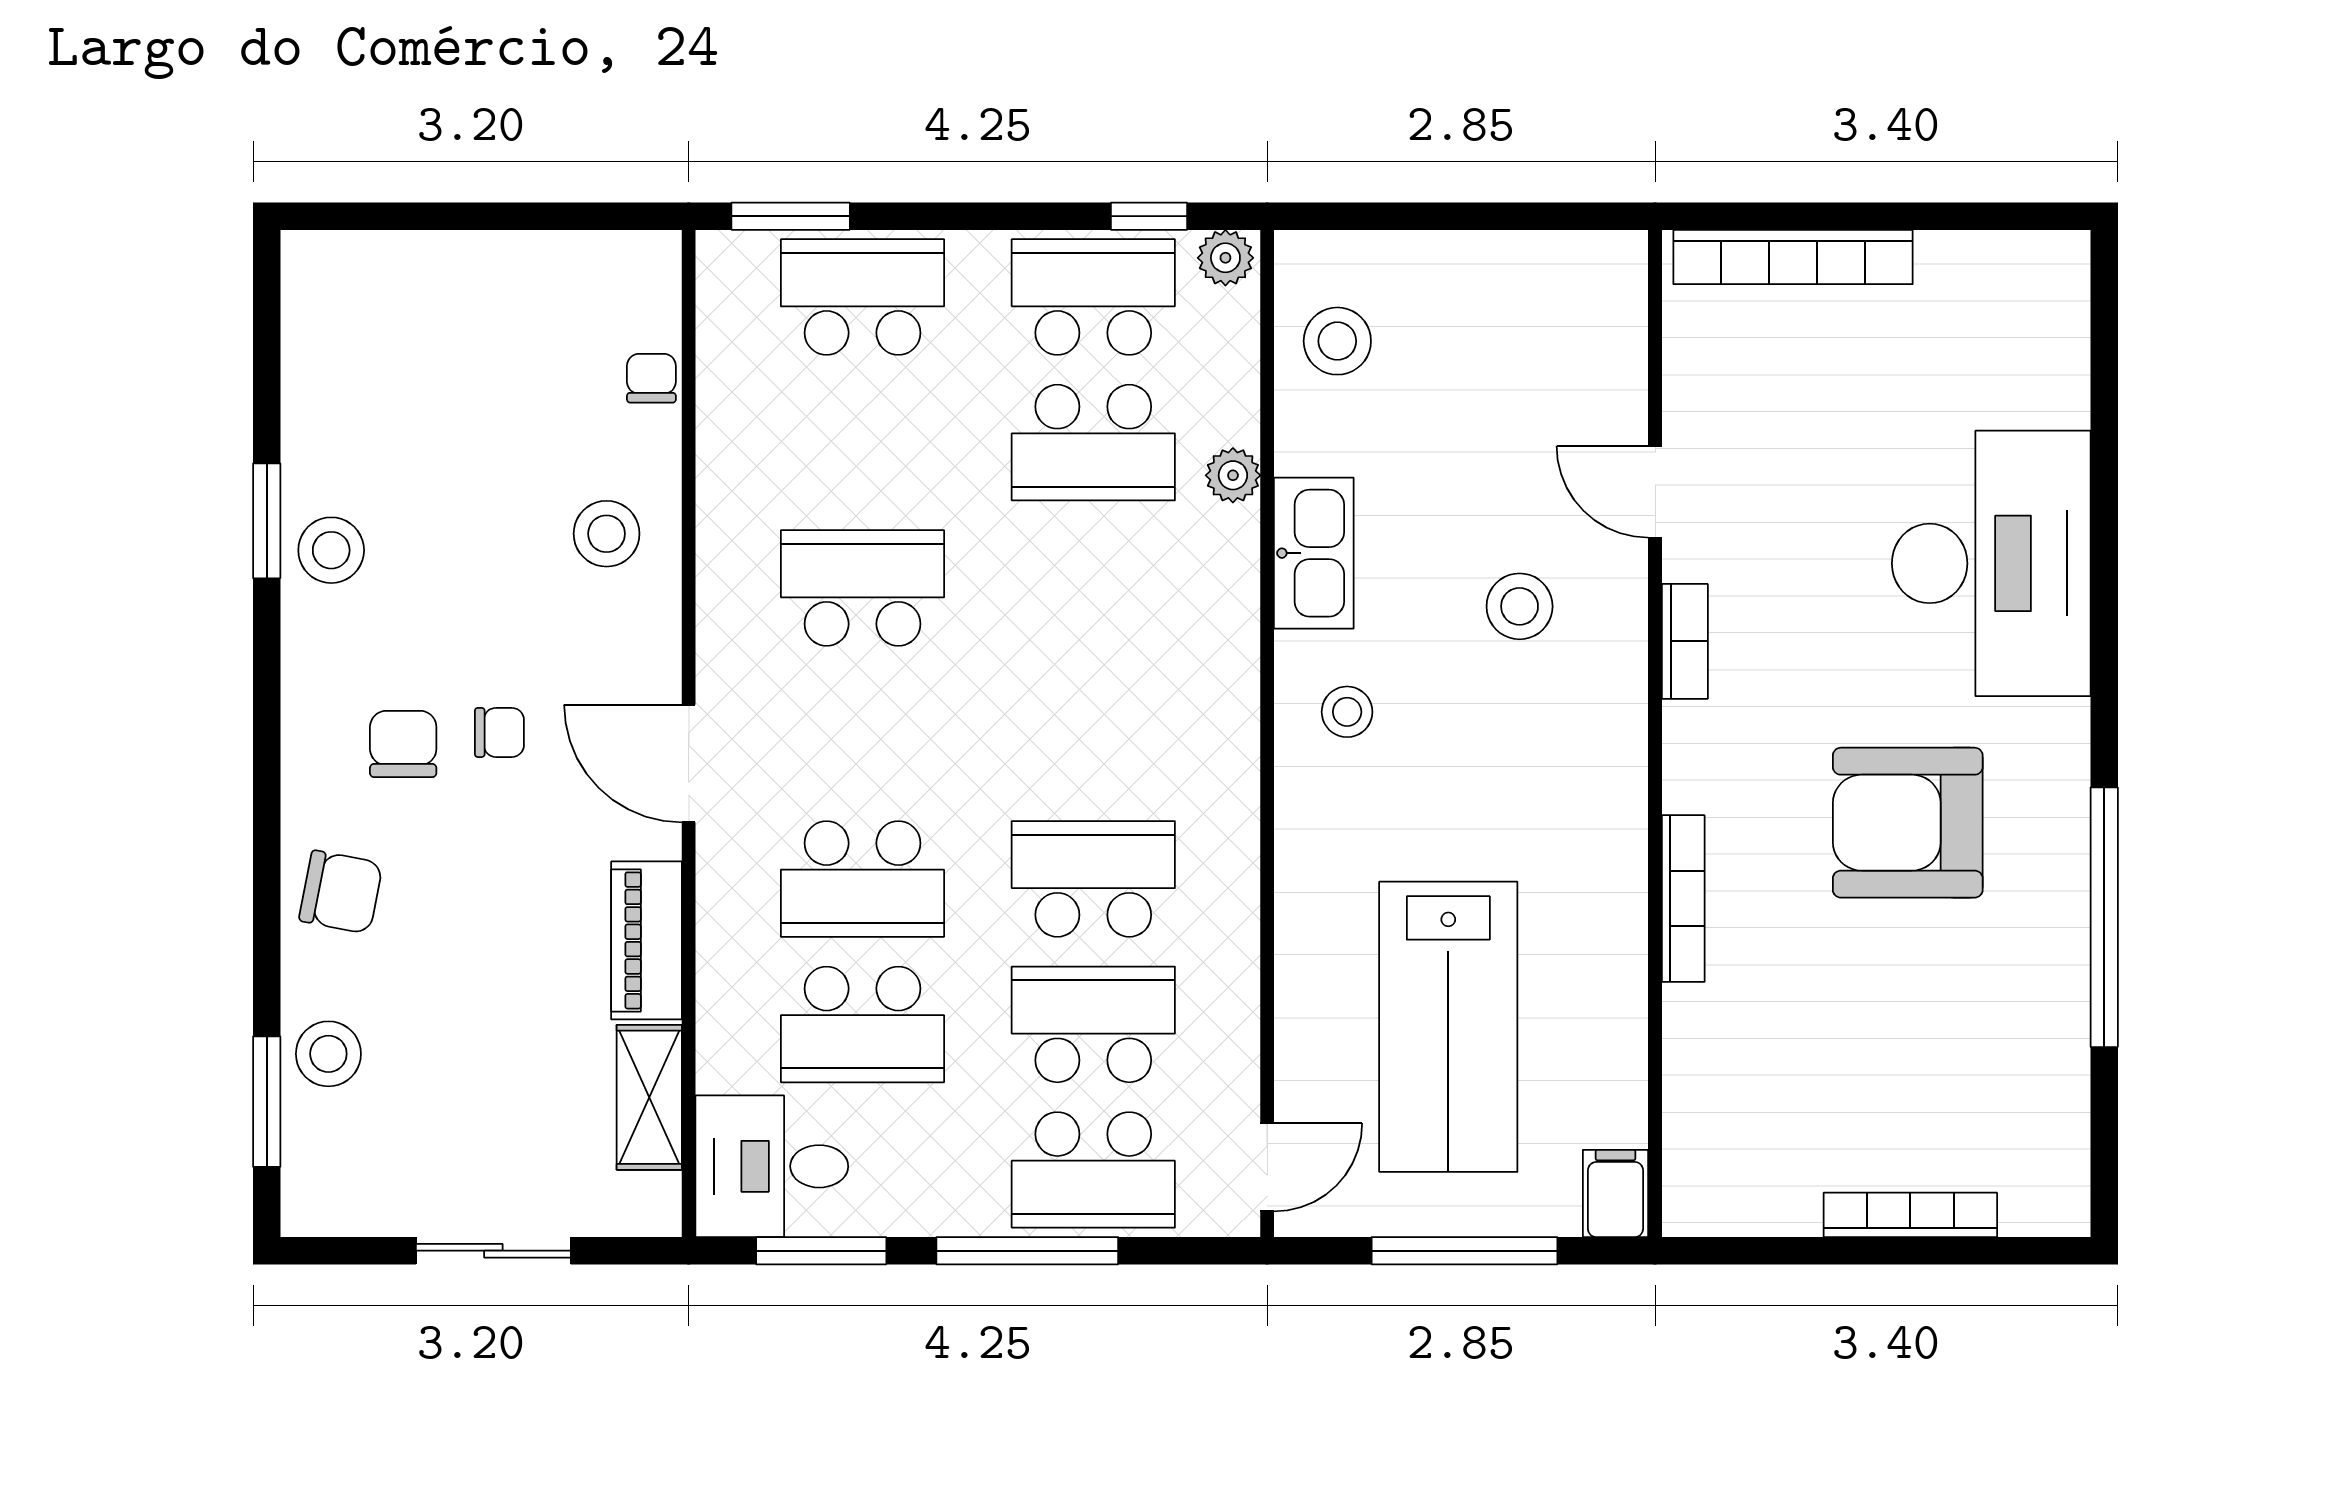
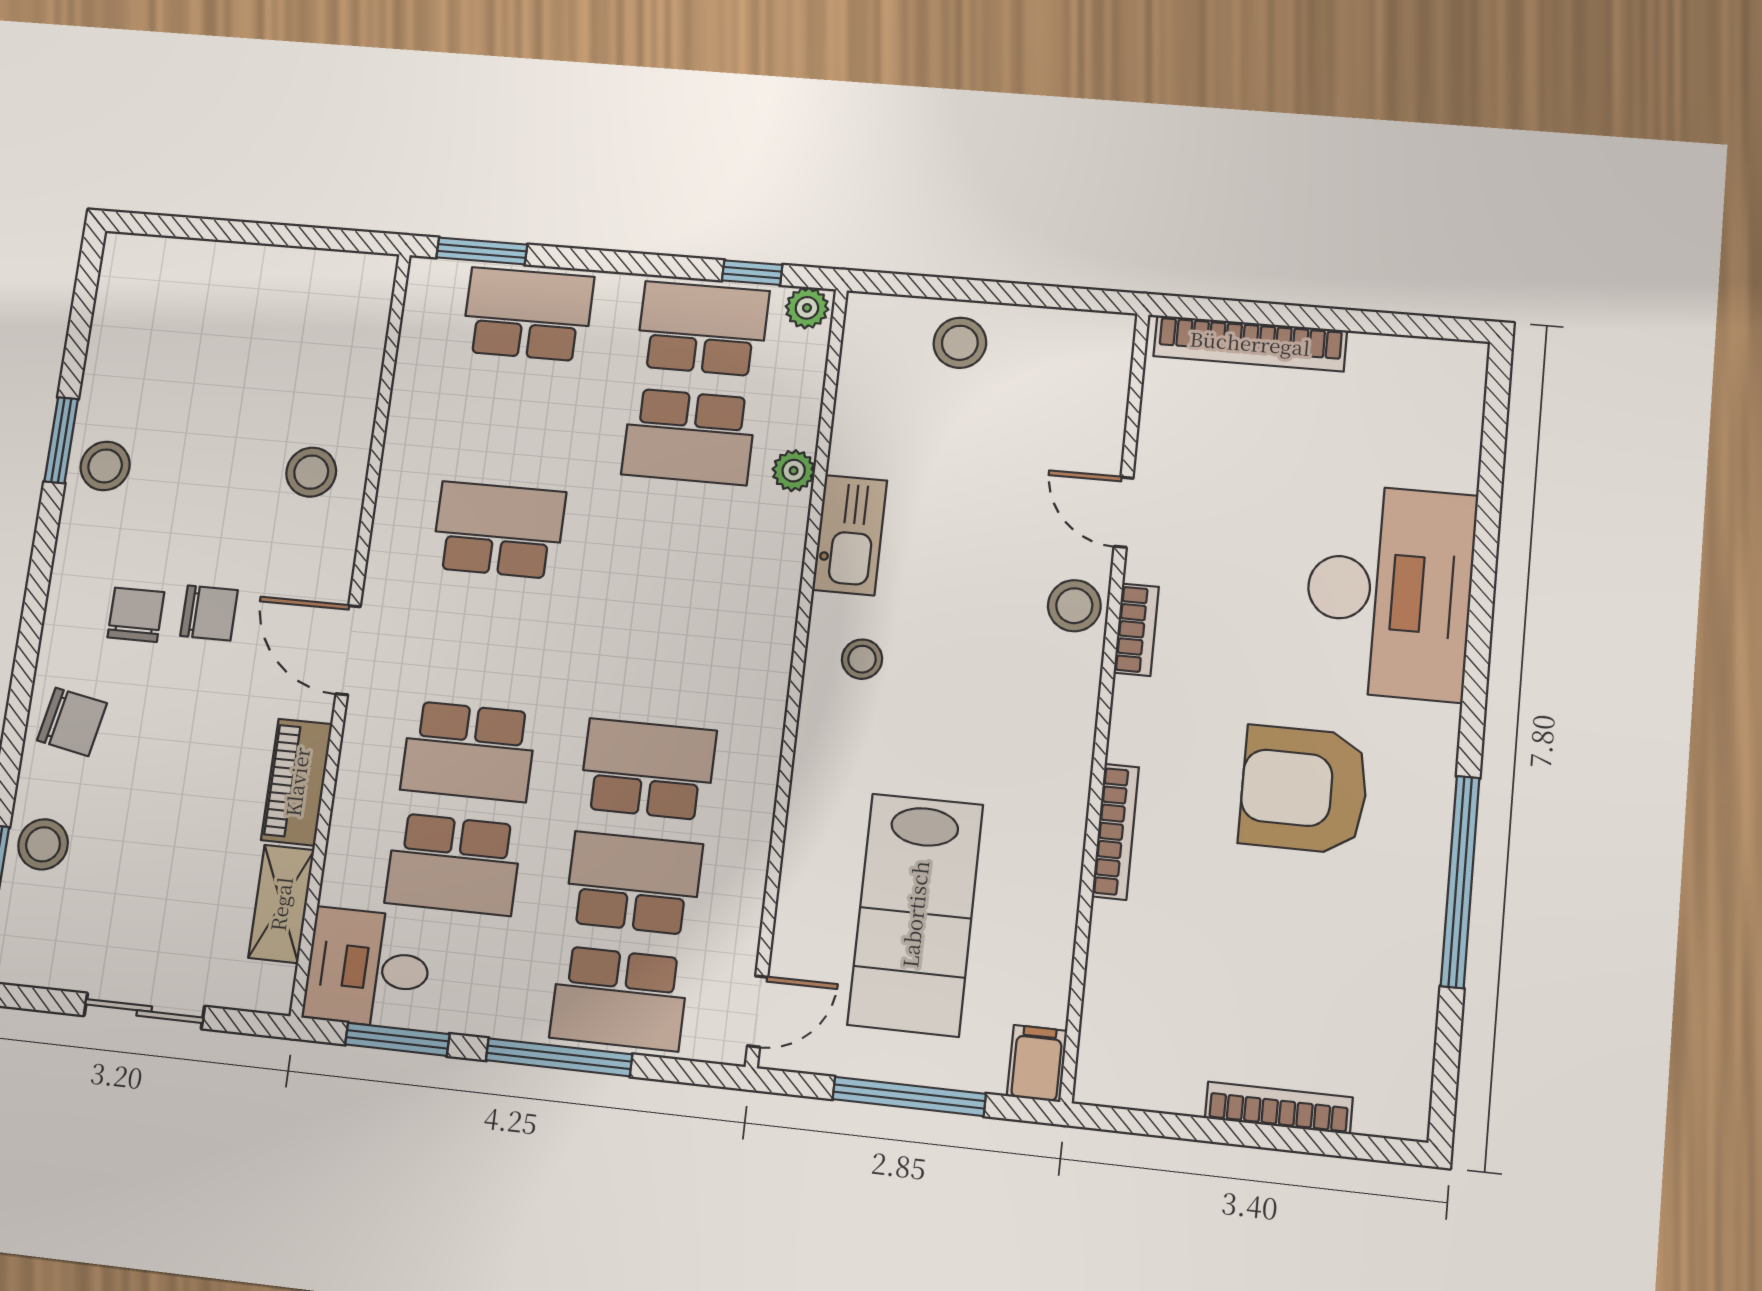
stool: (1337, 341) -> (960, 343), moved
chair: (651, 378) -> (361, 360), removed
stool: (1520, 606) -> (1074, 606), moved
chair: (499, 732) -> (209, 613), width x1.37, depth x1.37

